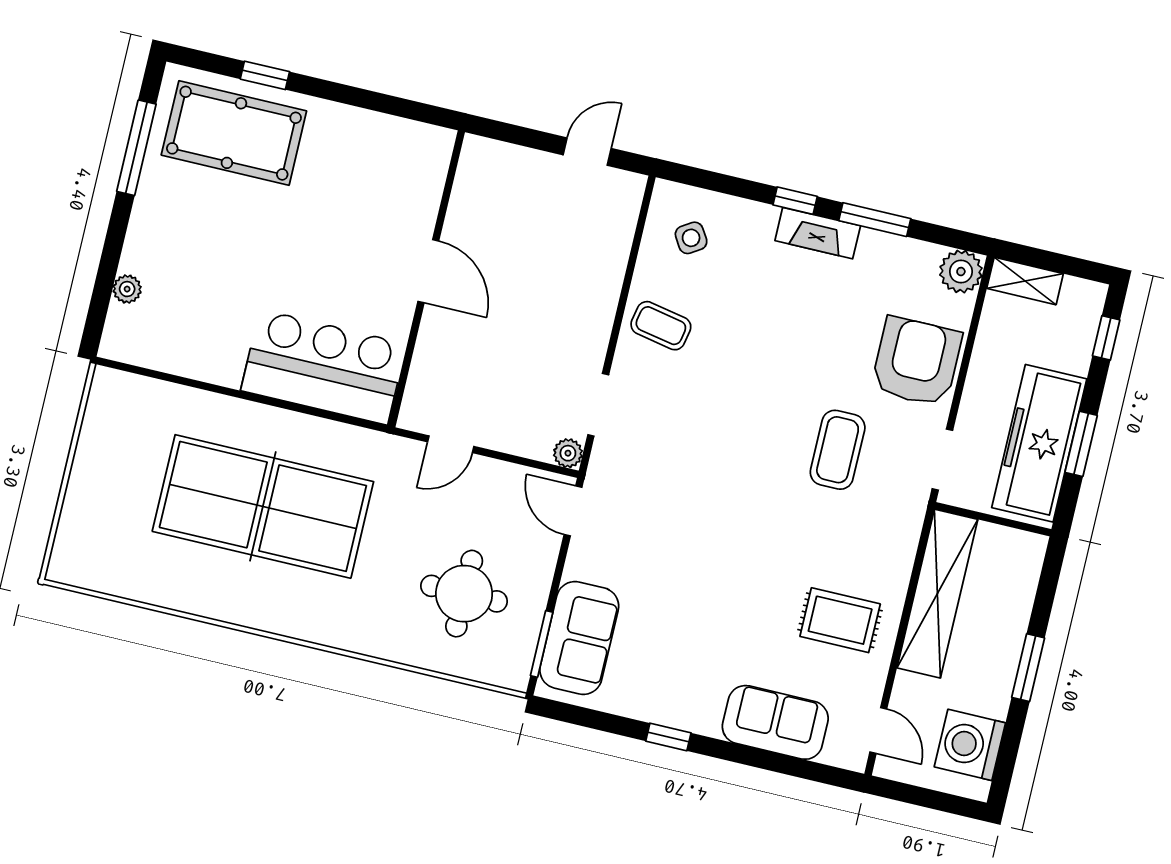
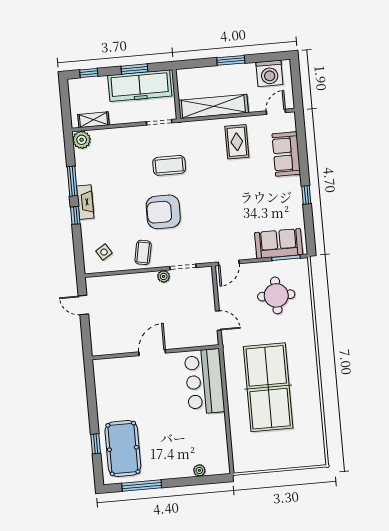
shelving: (1025, 281) -> (93, 120), moved, turned 90
armchair: (916, 362) -> (163, 212), moved
plant: (568, 453) -> (164, 276), moved

